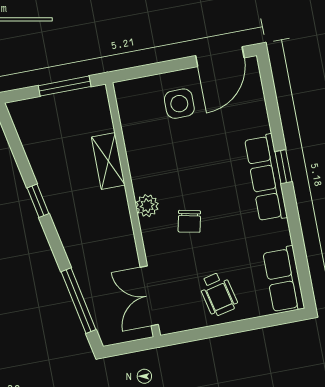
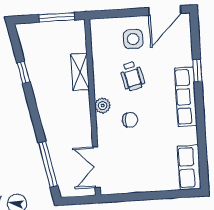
window: (283, 167) -> (197, 71), moved
window: (38, 201) -> (23, 72), moved
chair: (189, 221) -> (130, 120), turned -100
wheelchair: (218, 294) -> (132, 76), moved

